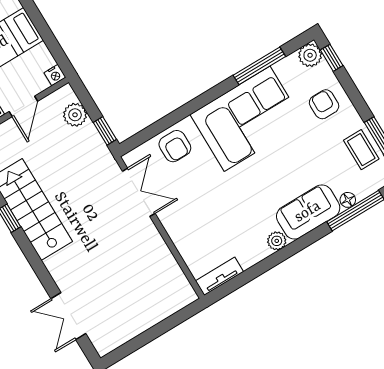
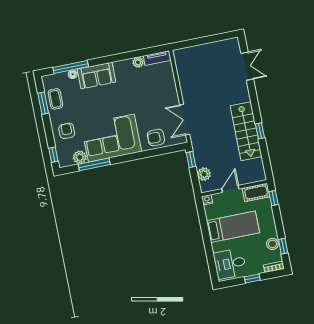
plant: (310, 55) -> (80, 157), moved
armchair: (324, 104) -> (67, 131), turned 180
armchair: (175, 146) -> (156, 137), turned -90
plant: (277, 241) -> (138, 62), moved

